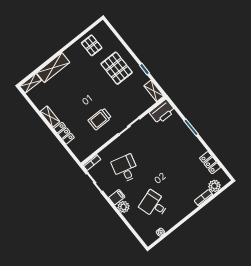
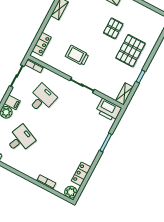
pallet: (92, 45) -> (113, 28), moved
locker: (64, 133) -> (42, 44), moved
plant: (214, 186) -> (71, 192), moved
desk: (154, 205) -> (20, 139), turned 42

